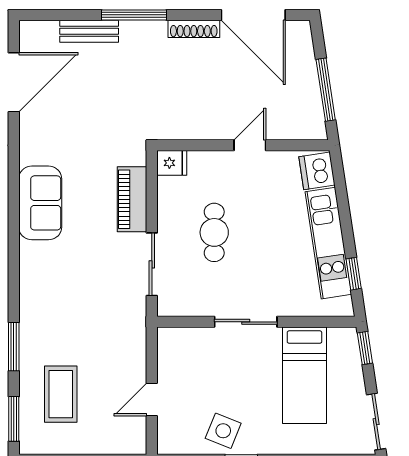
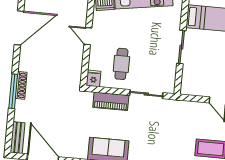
shoe rack: (194, 29) -> (21, 85), moved
bench: (89, 31) -> (18, 138), moved
cafe table: (214, 232) -> (121, 64), moved, turned 90

